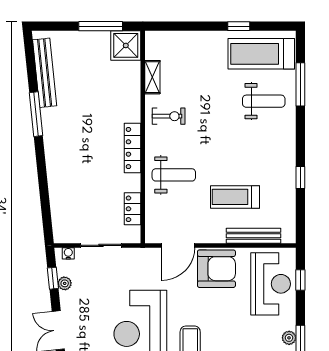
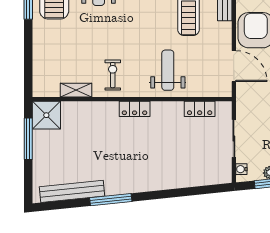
locker: (133, 148) -> (135, 109), width x0.66

